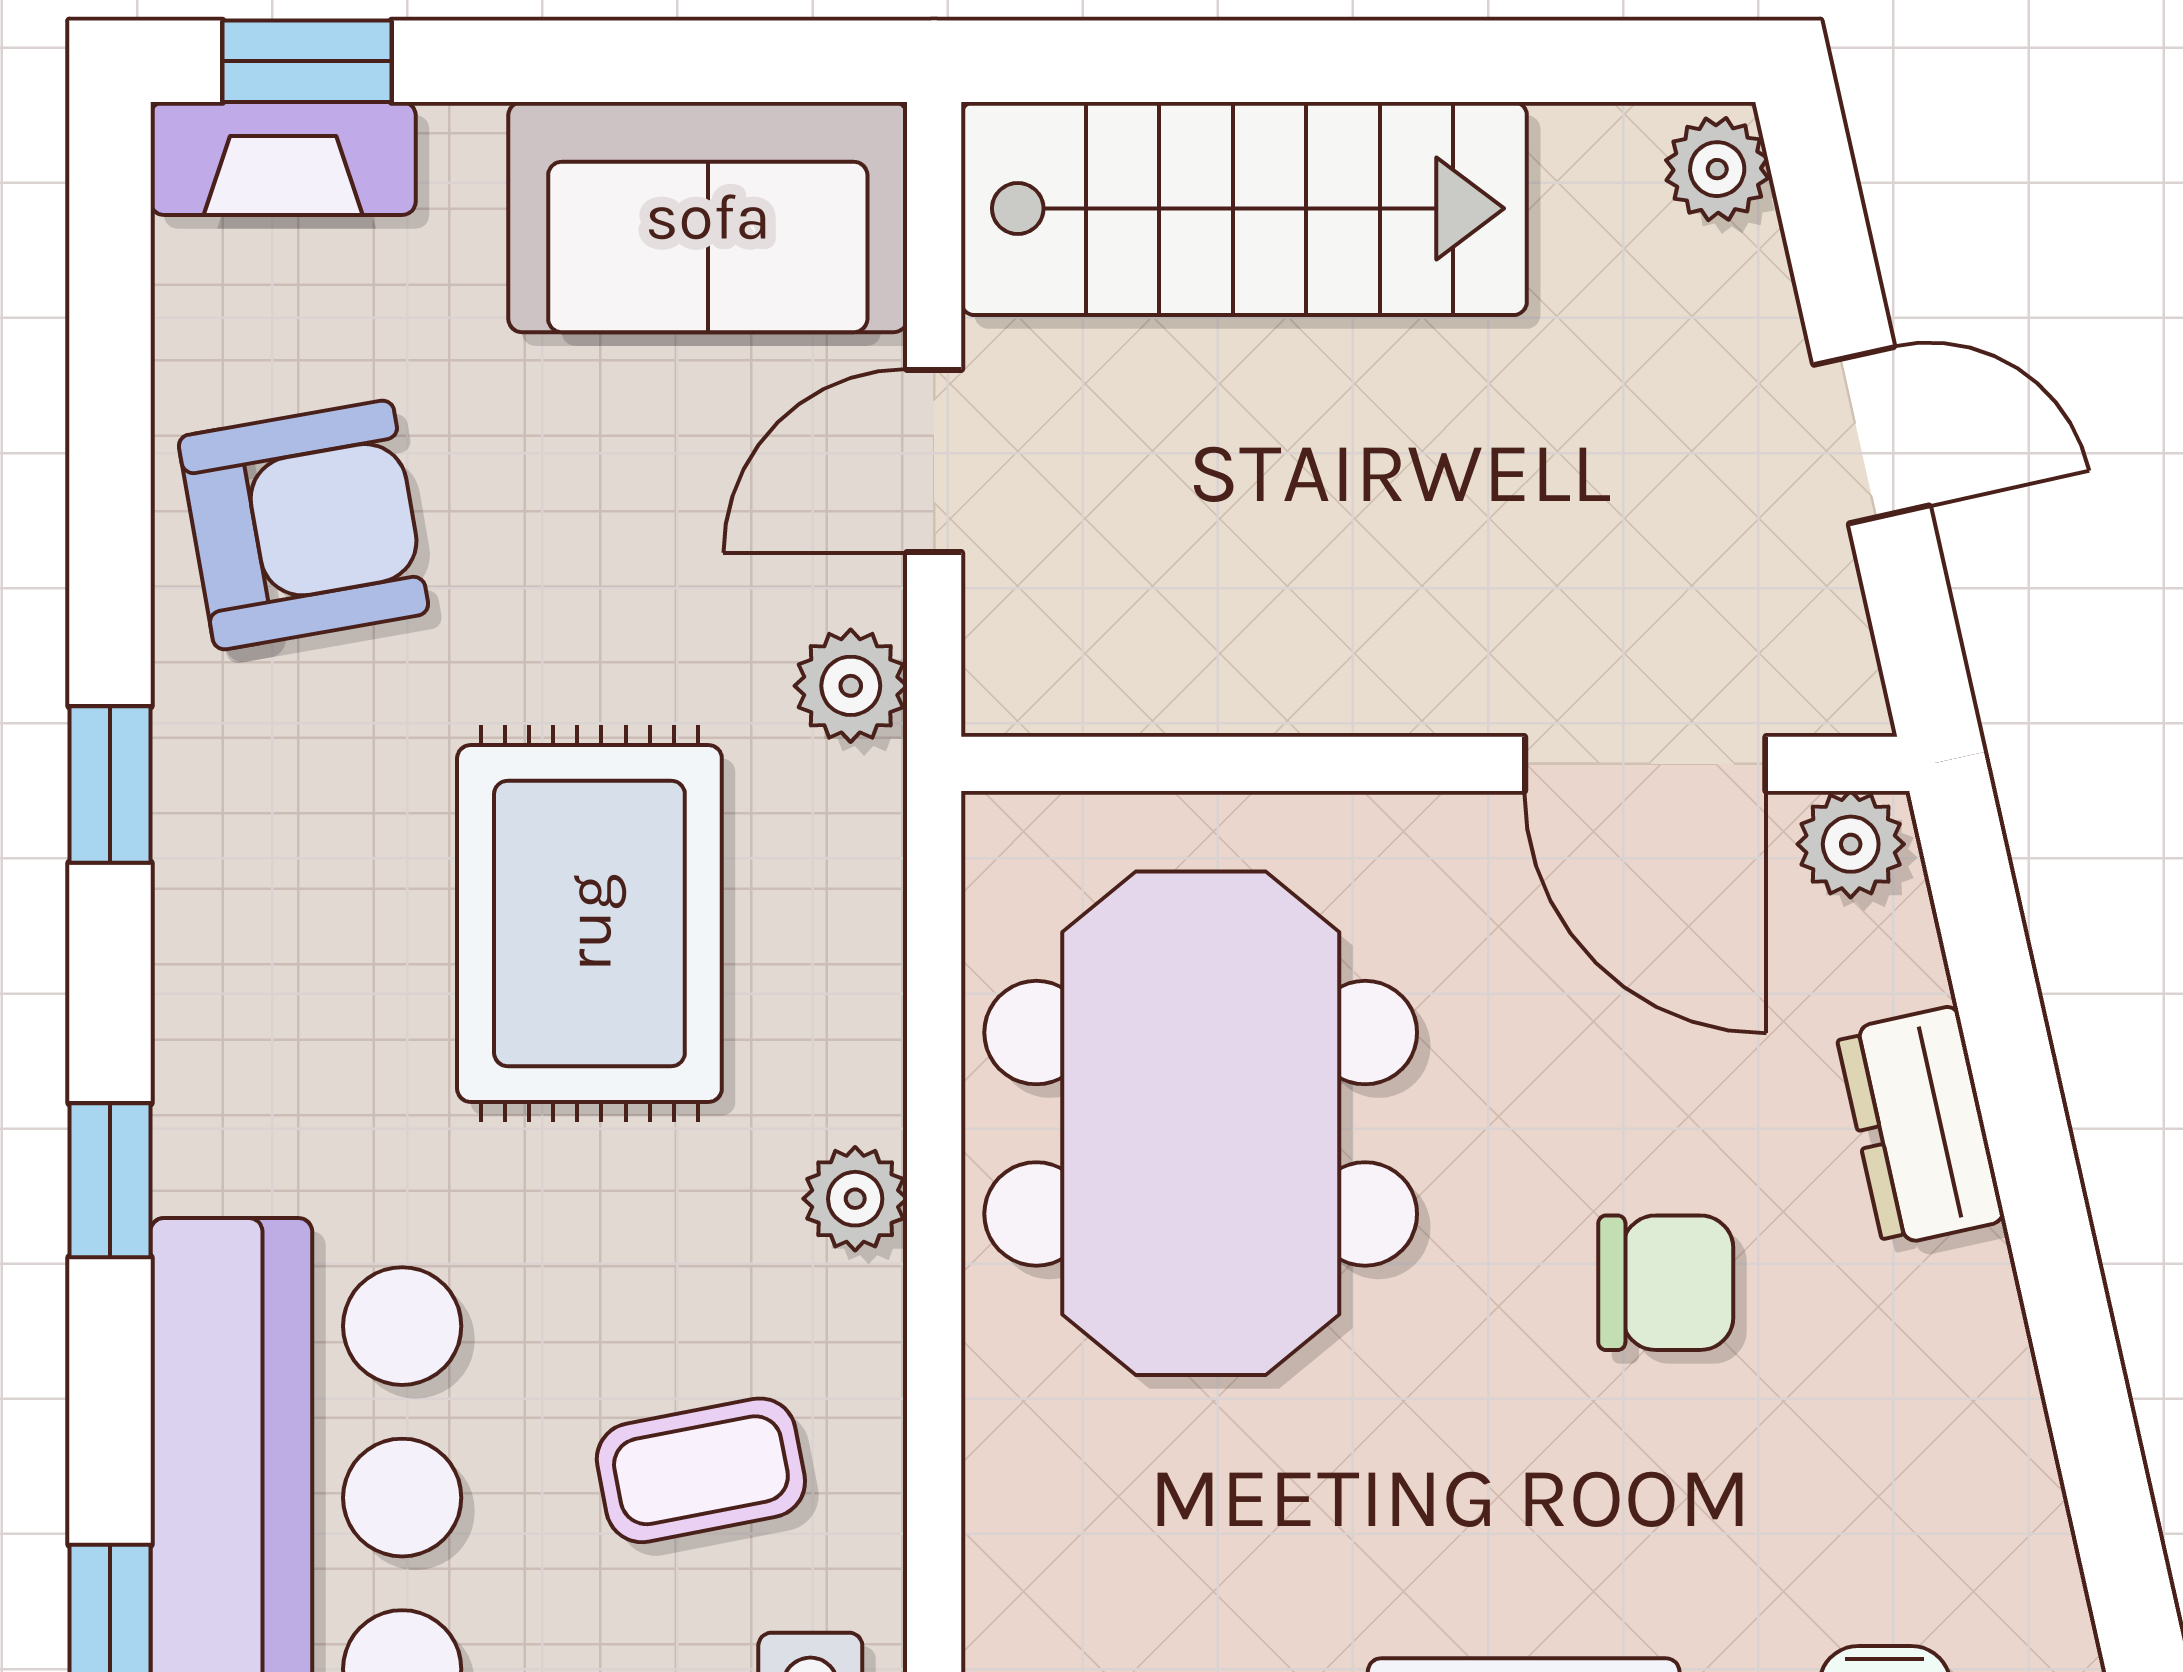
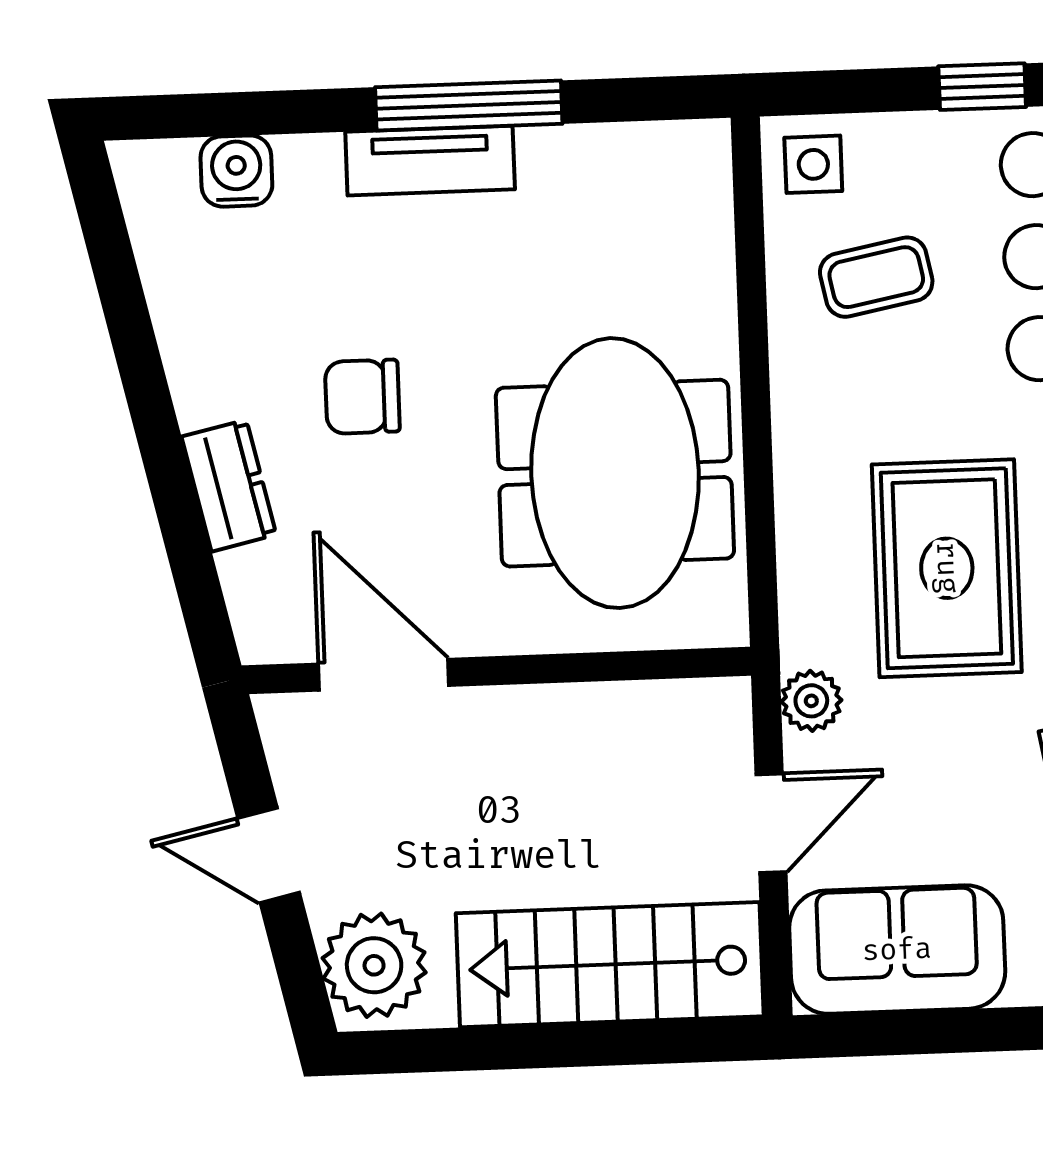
plant: (1717, 169) -> (374, 965), width x1.88, depth x1.88
plant: (1851, 844) -> (272, 636), removed
plant: (855, 1199) -> (799, 426), removed

